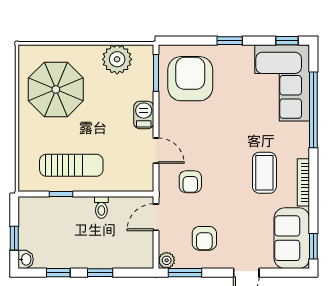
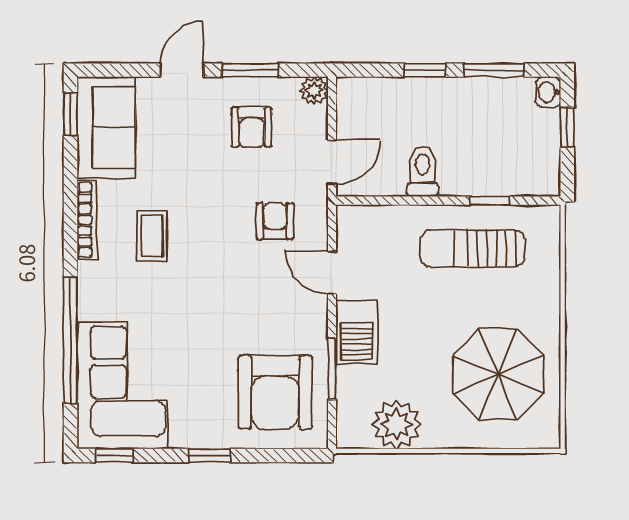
window: (156, 73) -> (332, 369), moved
barbecue: (144, 115) -> (357, 332), width x1.38, depth x1.27
coffee table: (264, 173) -> (152, 236), width x0.73, depth x0.77
toilet: (101, 207) -> (423, 171), width x1.37, depth x1.39
armchair: (204, 238) -> (252, 127), turned 180
window: (58, 273) -> (494, 70), width x1.50
window: (185, 273) -> (250, 70), moved

